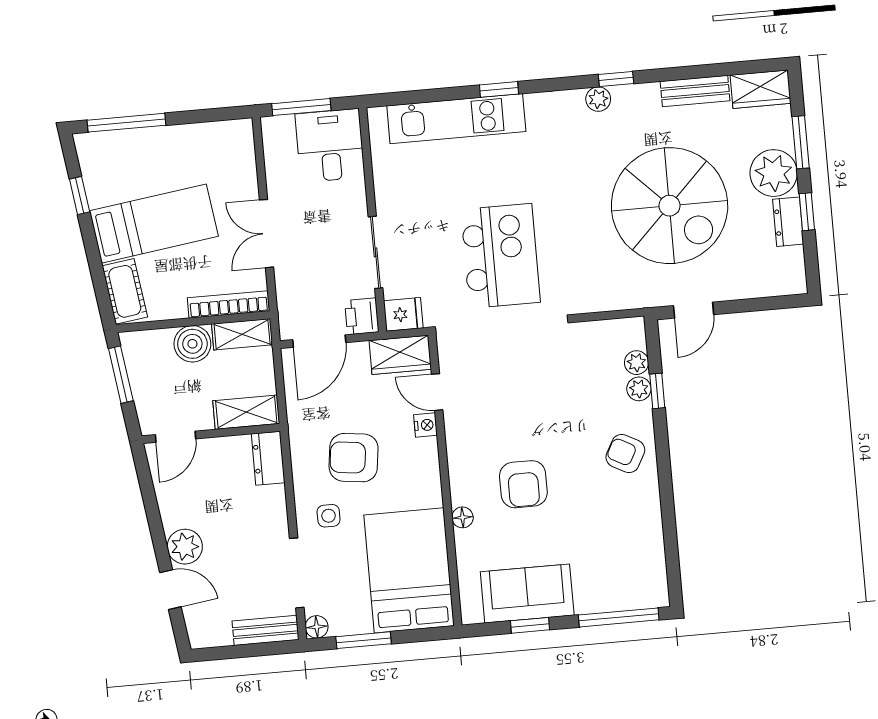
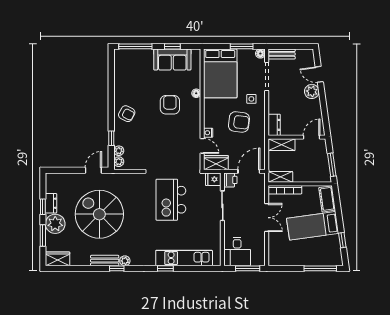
bench: (695, 91) -> (105, 261), moved
boiler: (192, 344) -> (301, 175), removed
plant: (639, 389) -> (119, 162), moved

